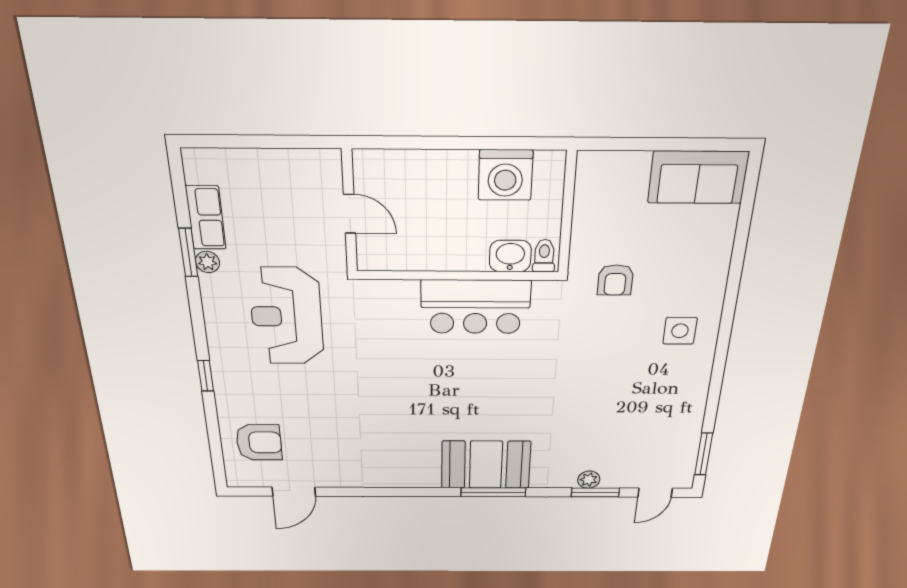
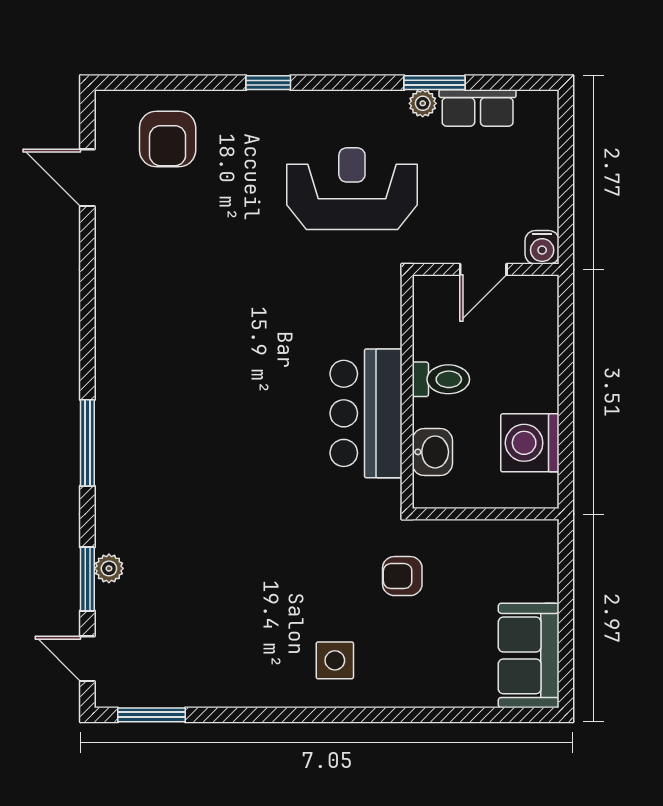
water cooler: (327, 163) -> (542, 247), added
toilet: (544, 256) -> (441, 379), moved, width x1.37, depth x1.39
booth: (486, 465) -> (133, 432), removed

